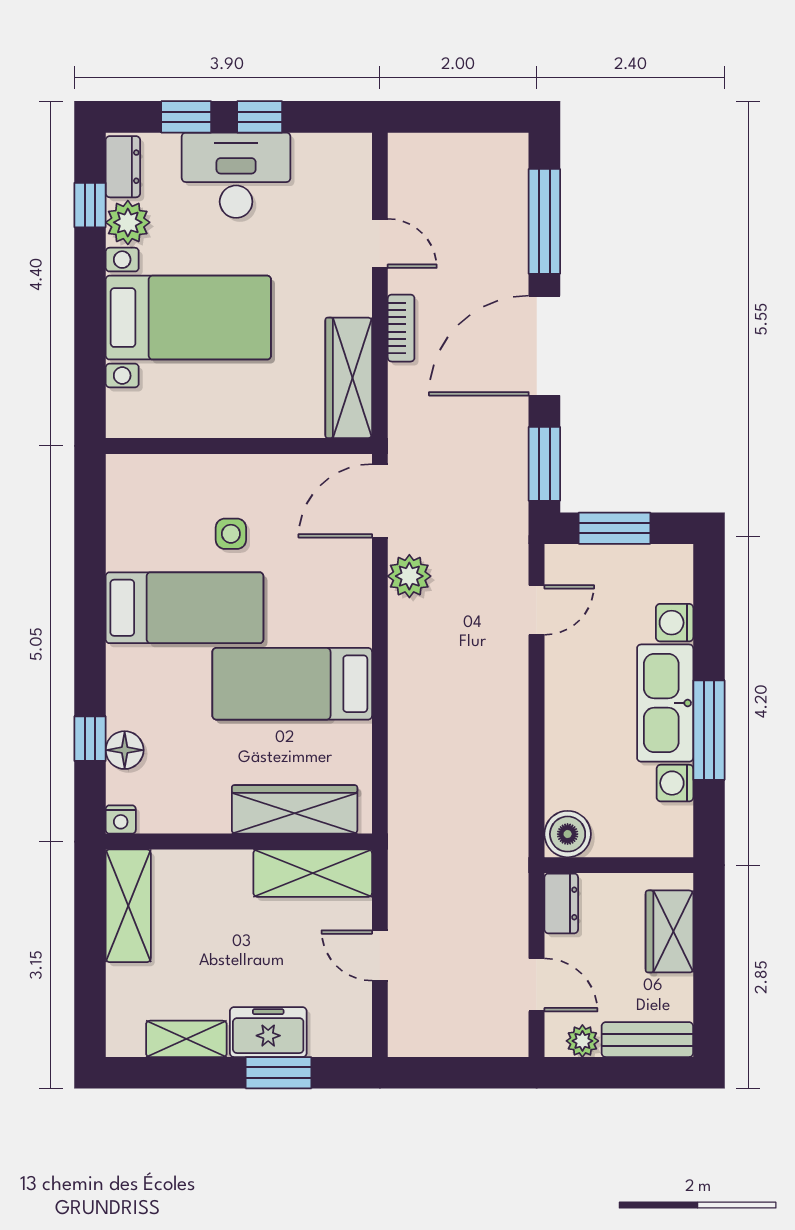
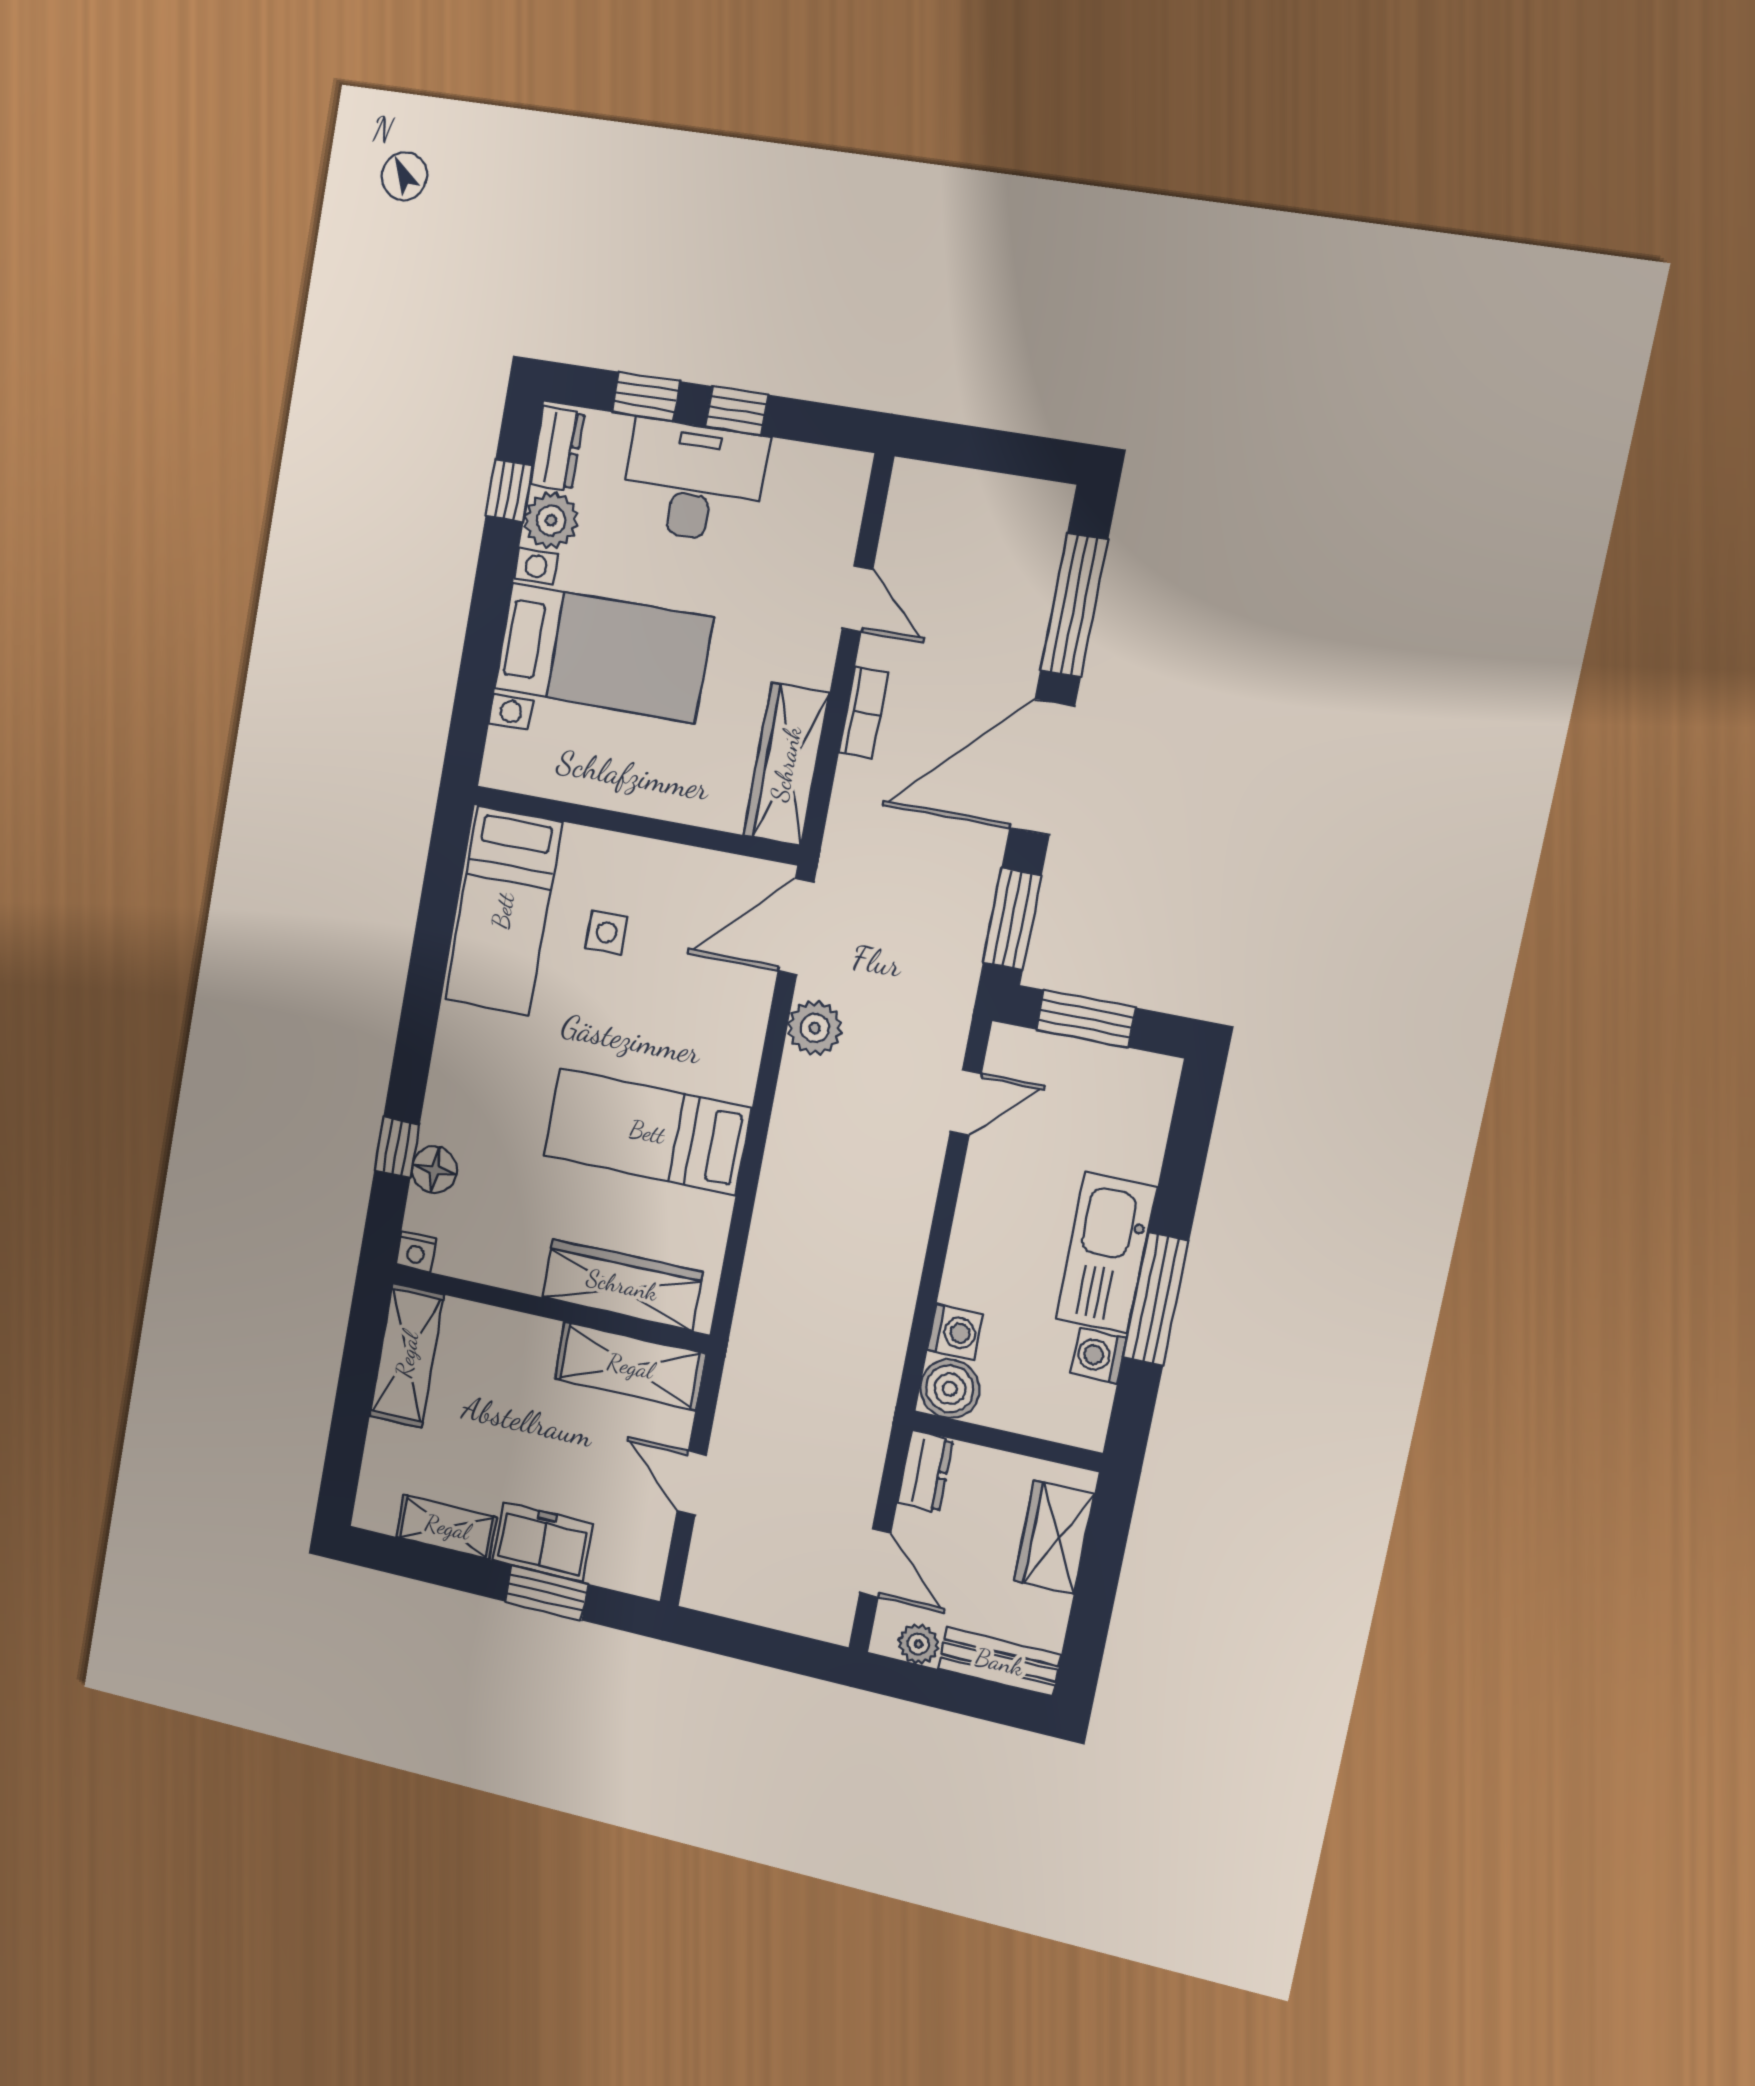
bed: (185, 608) -> (503, 911), moved, turned 90
washing machine: (675, 623) -> (955, 1332), moved, turned 180

